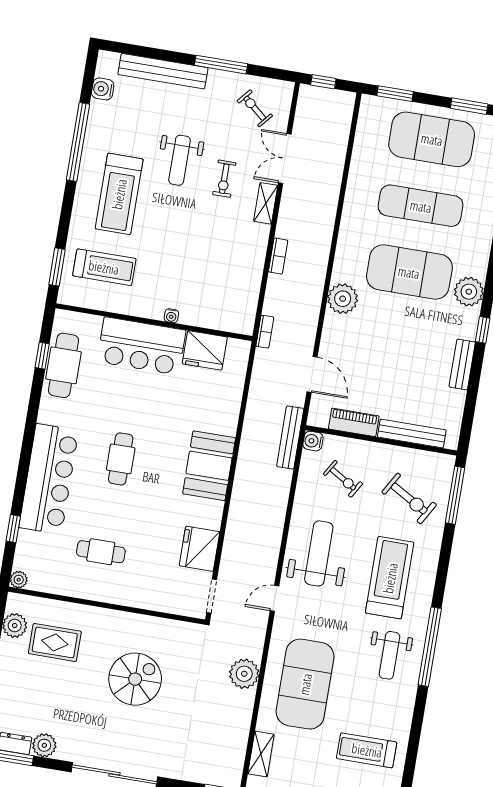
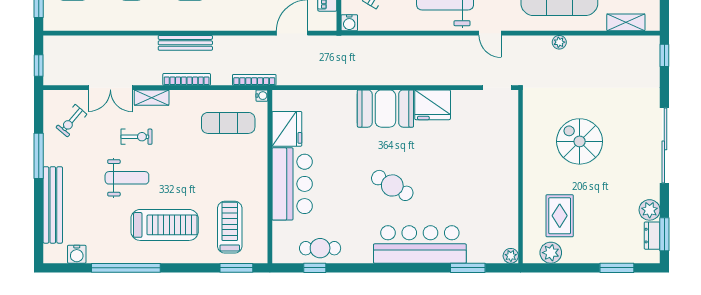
bookcase: (278, 256) -> (187, 79), width x1.56
exercise mat: (223, 285) -> (228, 123), added
plant: (343, 299) -> (223, 18), removed
water cooler: (171, 316) -> (262, 96), moved
bookcase: (265, 332) -> (254, 80), width x1.56
cafe table: (63, 365) -> (320, 248), width x0.73, depth x0.74
bench: (290, 438) -> (185, 43), moved
cafe table: (121, 459) -> (392, 185), turned 30
window: (13, 529) -> (468, 268), width x1.50
fridge: (200, 549) -> (433, 105), moved
cafe table: (101, 552) -> (475, 189), removed
plant: (244, 674) -> (559, 42), width x0.53, depth x0.53

